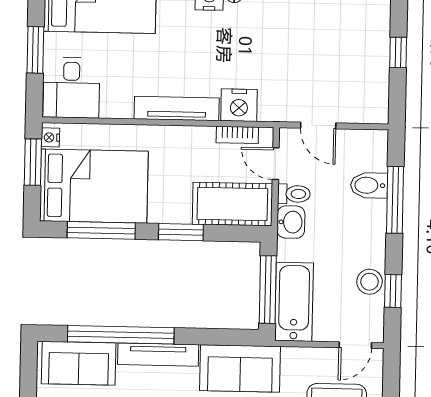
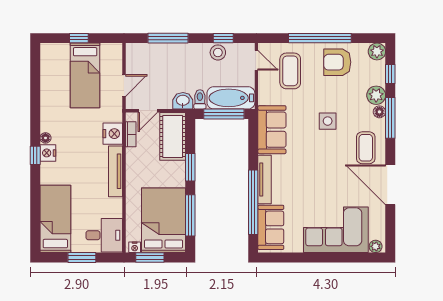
bed: (336, 61) -> (85, 75), added
bidet: (369, 185) -> (160, 54), removed
toilet: (294, 194) -> (200, 99), moved

